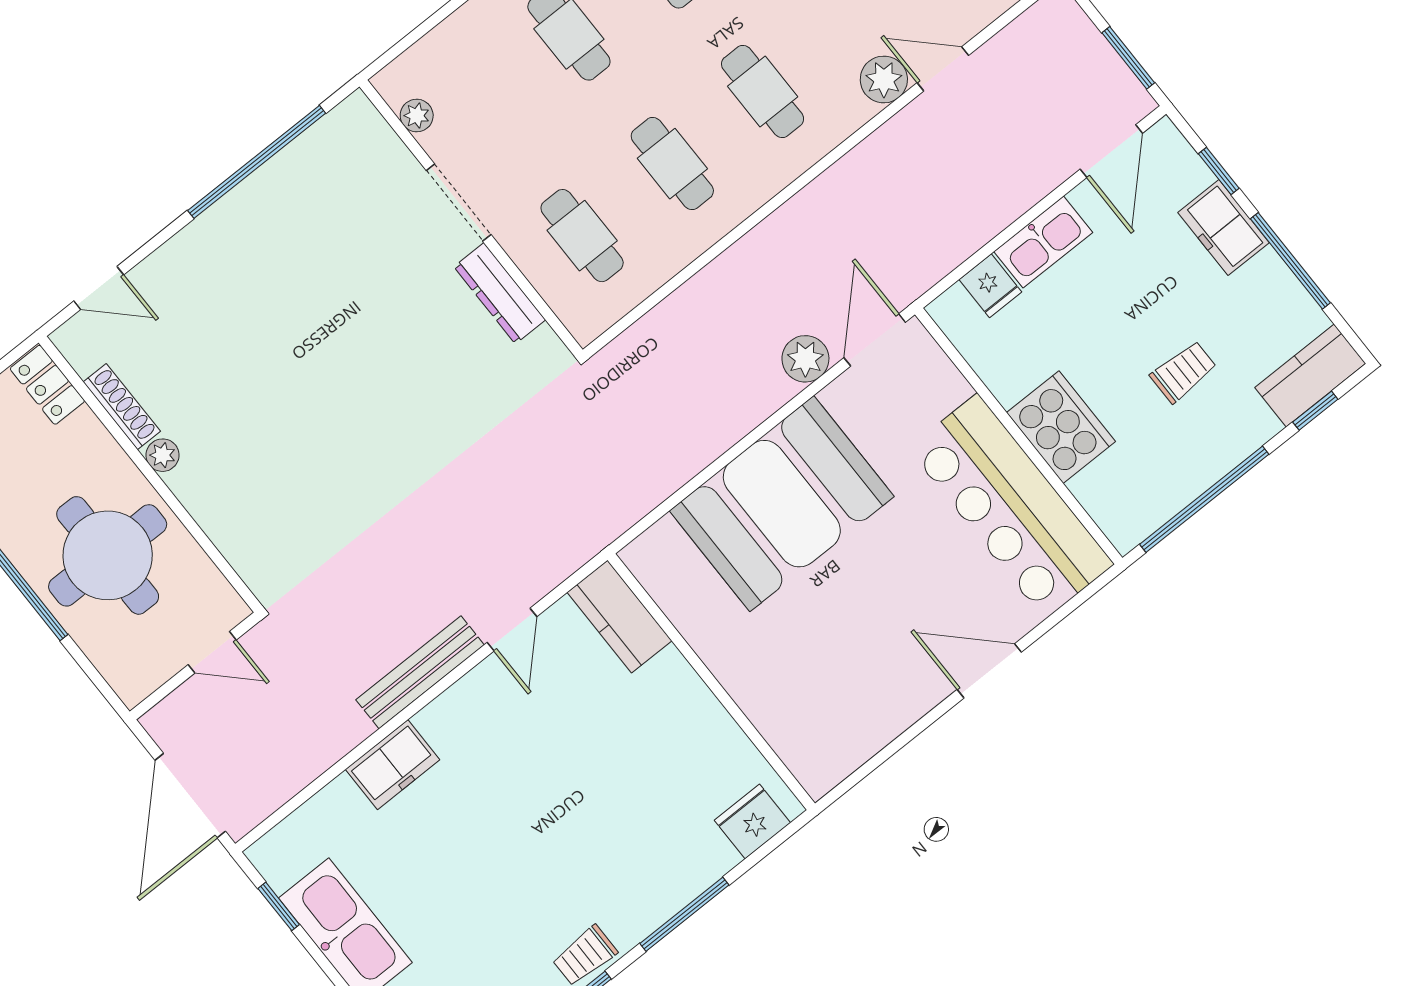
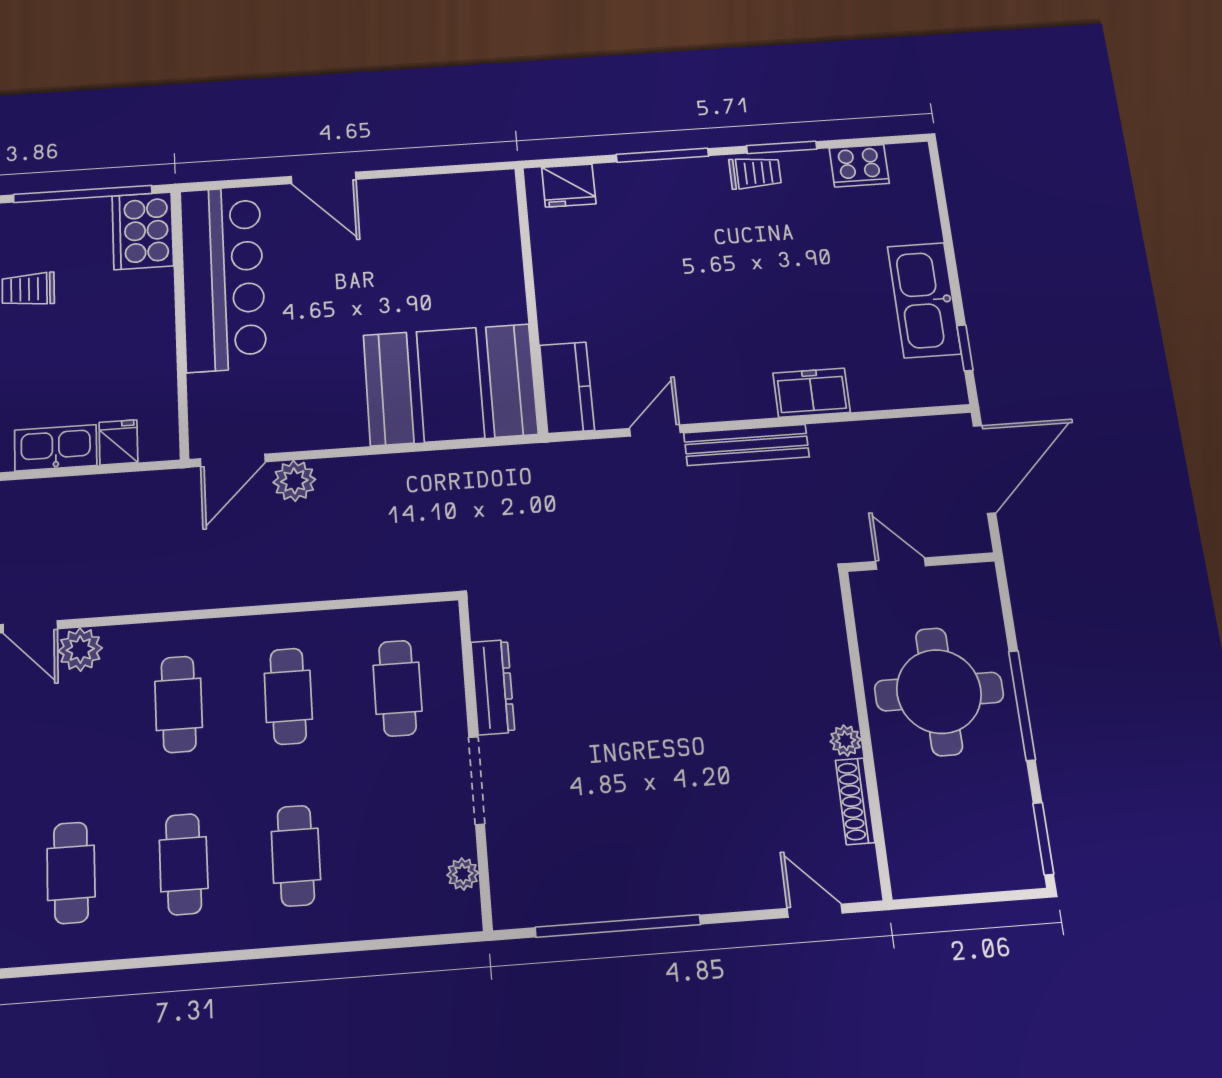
locker: (47, 385) -> (906, 860), removed
cooker: (1061, 427) -> (143, 231), moved
booth: (782, 504) -> (450, 384), moved

